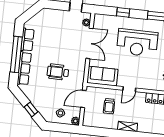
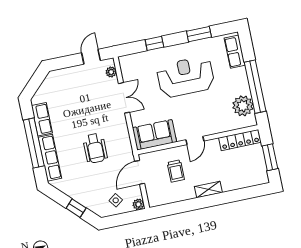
double door: (90, 43) -> (124, 98), width x0.73
reception desk: (137, 43) -> (186, 77), turned 180
wheelchair: (58, 72) -> (95, 148), turned -91

